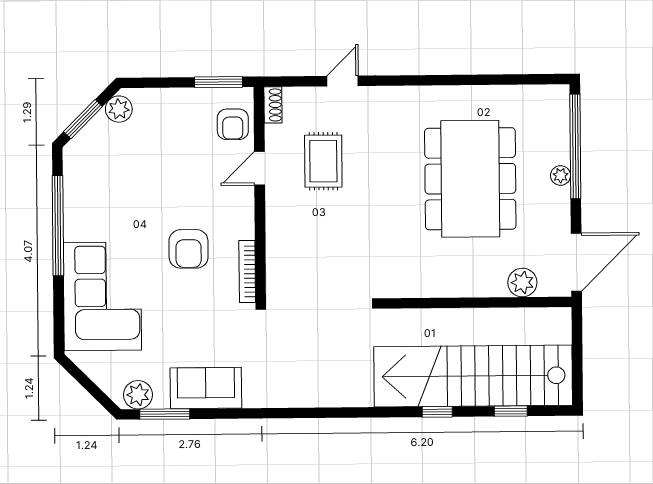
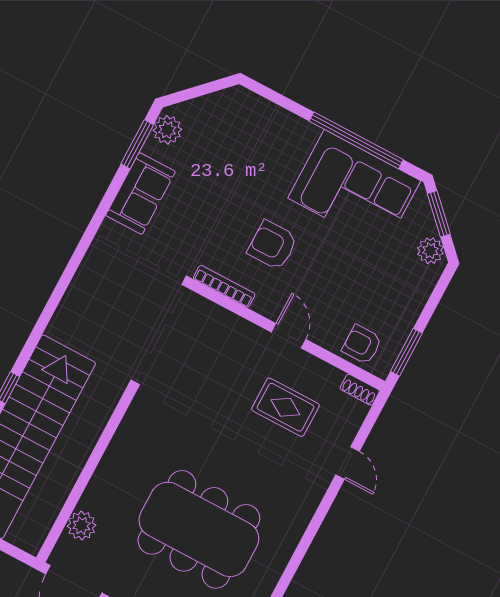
door: (259, 168) -> (289, 336), moved
corner sofa: (102, 296) -> (354, 189), moved

